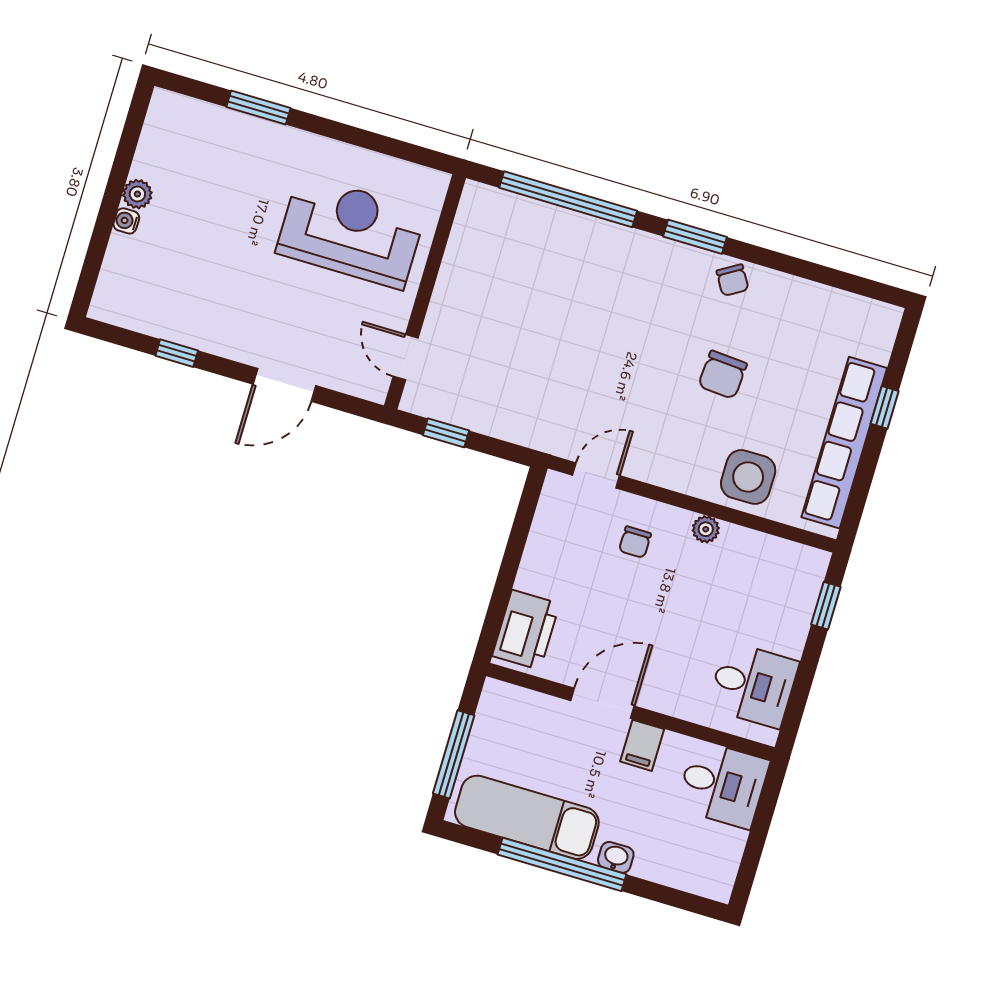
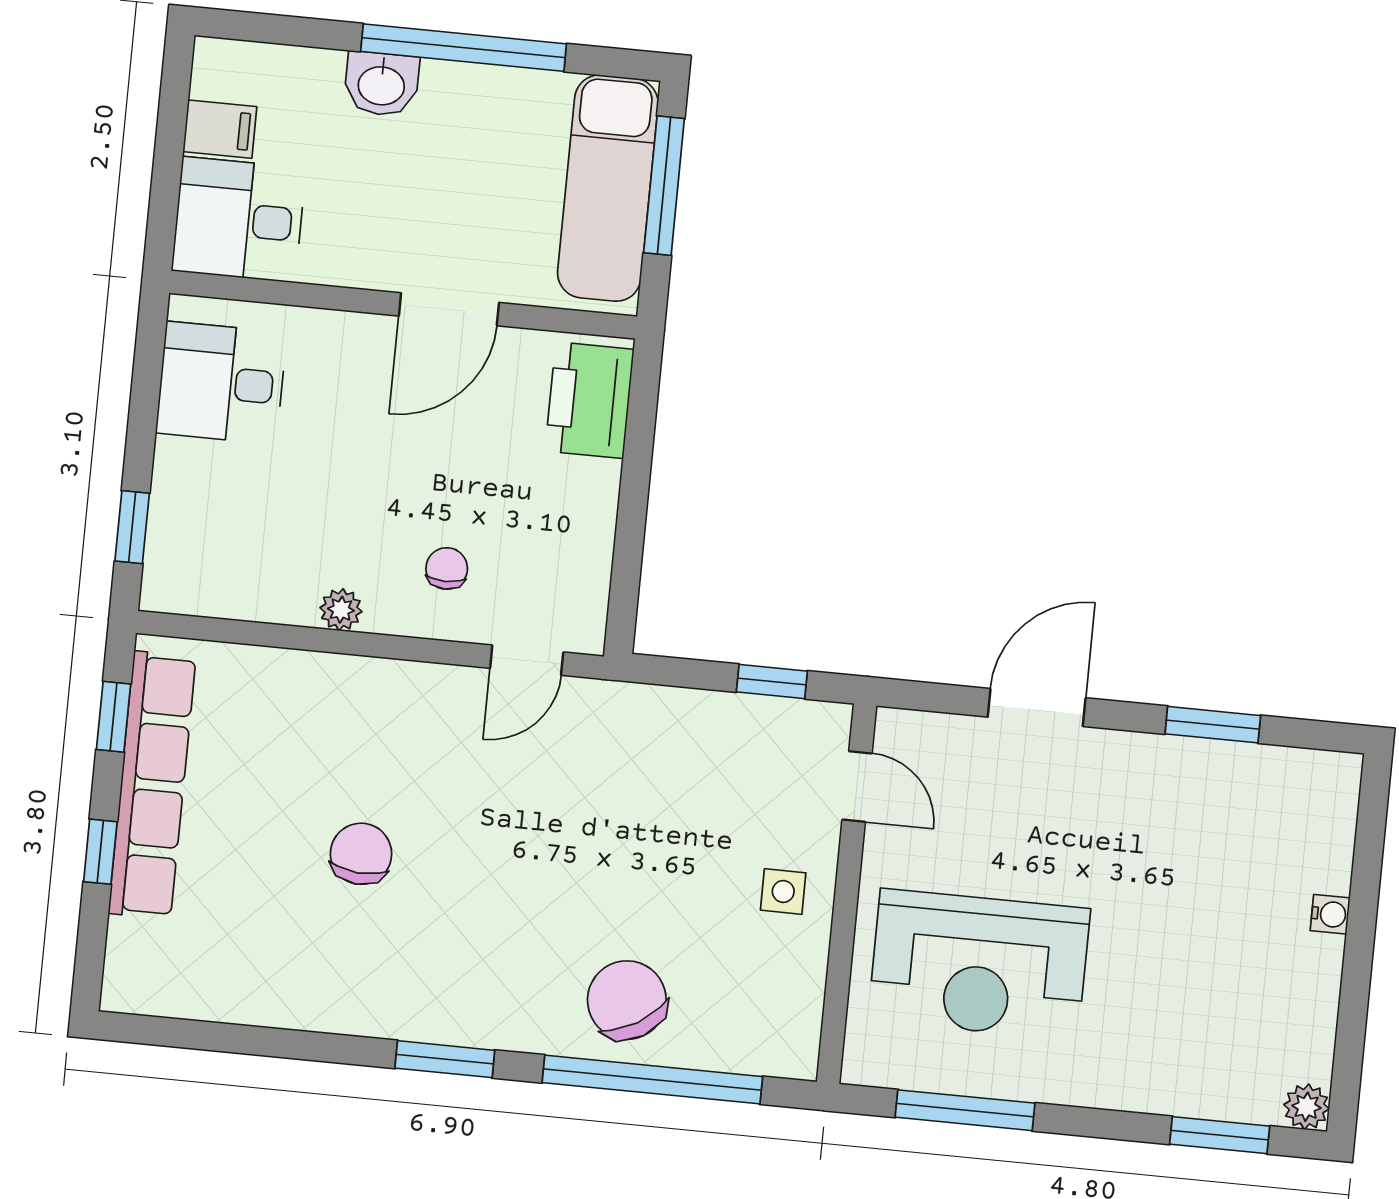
window: (258, 108) -> (1220, 1135), moved
window: (377, 143) -> (965, 1110), added
plant: (137, 194) -> (1307, 1107), moved
chair: (732, 280) -> (627, 1000), moved, width x1.87, depth x1.87
window: (177, 353) -> (1213, 725), width x1.50
side table: (748, 477) -> (783, 891), moved, width x0.54, depth x0.54
window: (860, 490) -> (114, 717), added
filing cabinet: (642, 745) -> (220, 129), moved, turned 90
exam couch: (527, 817) -> (608, 188), moved, turned 90
washbasin: (616, 857) -> (381, 84), width x1.38, depth x1.45

